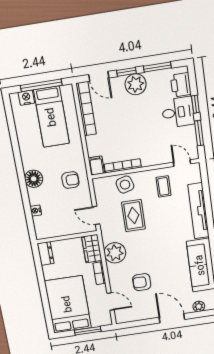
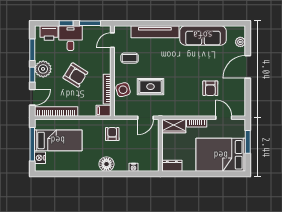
armchair: (134, 125) -> (75, 75), added
plant: (115, 253) -> (181, 107), removed
door: (110, 302) -> (224, 118), hinge flipped

